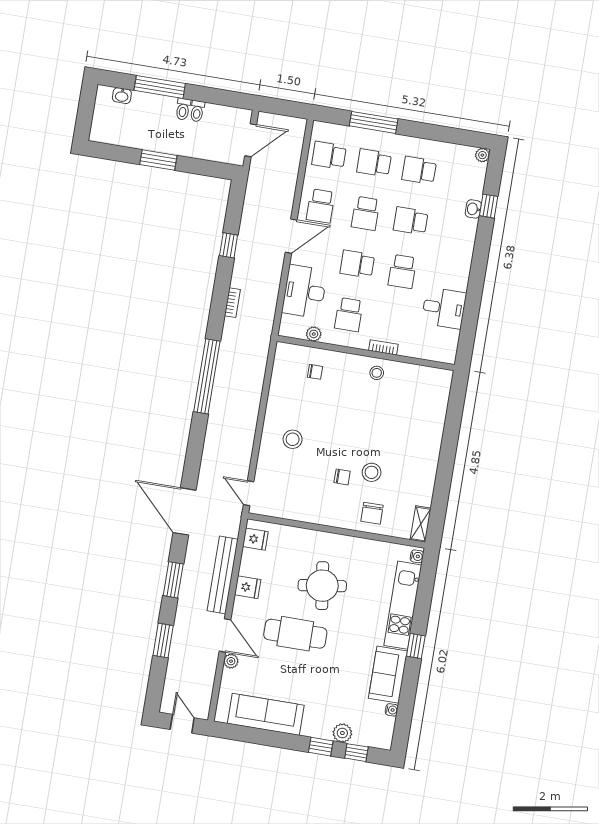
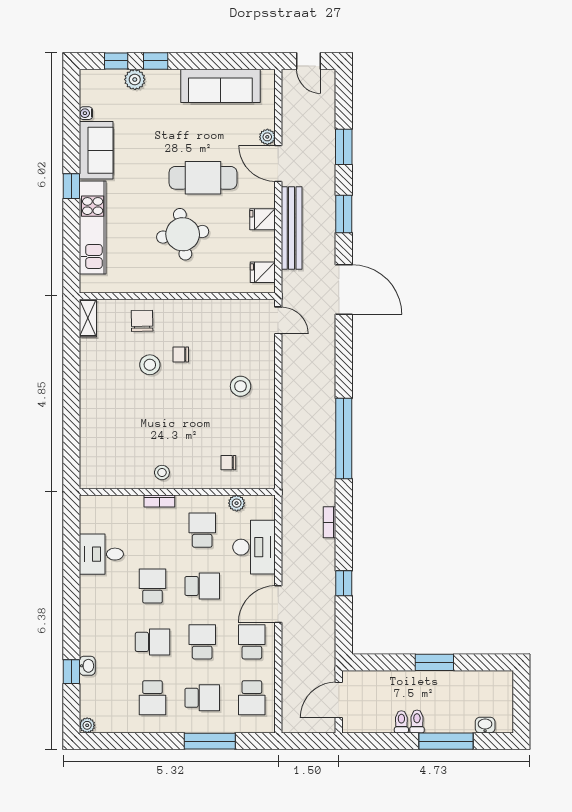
school desk: (329, 155) -> (252, 698), turned 90
school desk: (419, 170) -> (152, 698), turned 90
water cooler: (417, 556) -> (86, 283), removed

